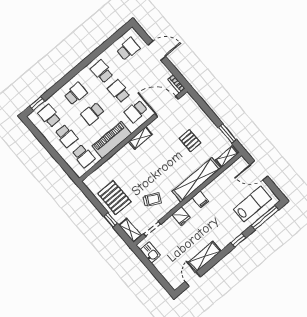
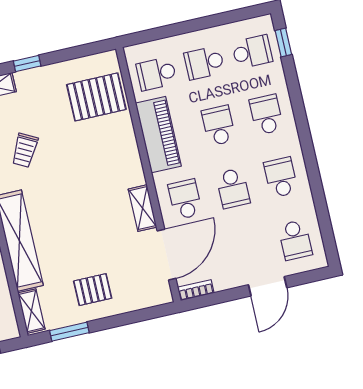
school desk: (102, 71) -> (281, 177), turned -90
school desk: (119, 91) -> (233, 188), turned 90
school desk: (76, 94) -> (266, 115), turned 180
shelving: (140, 138) -> (143, 208), moved
pallet: (190, 141) -> (93, 290), moved
pallet: (114, 198) -> (96, 97), moved

